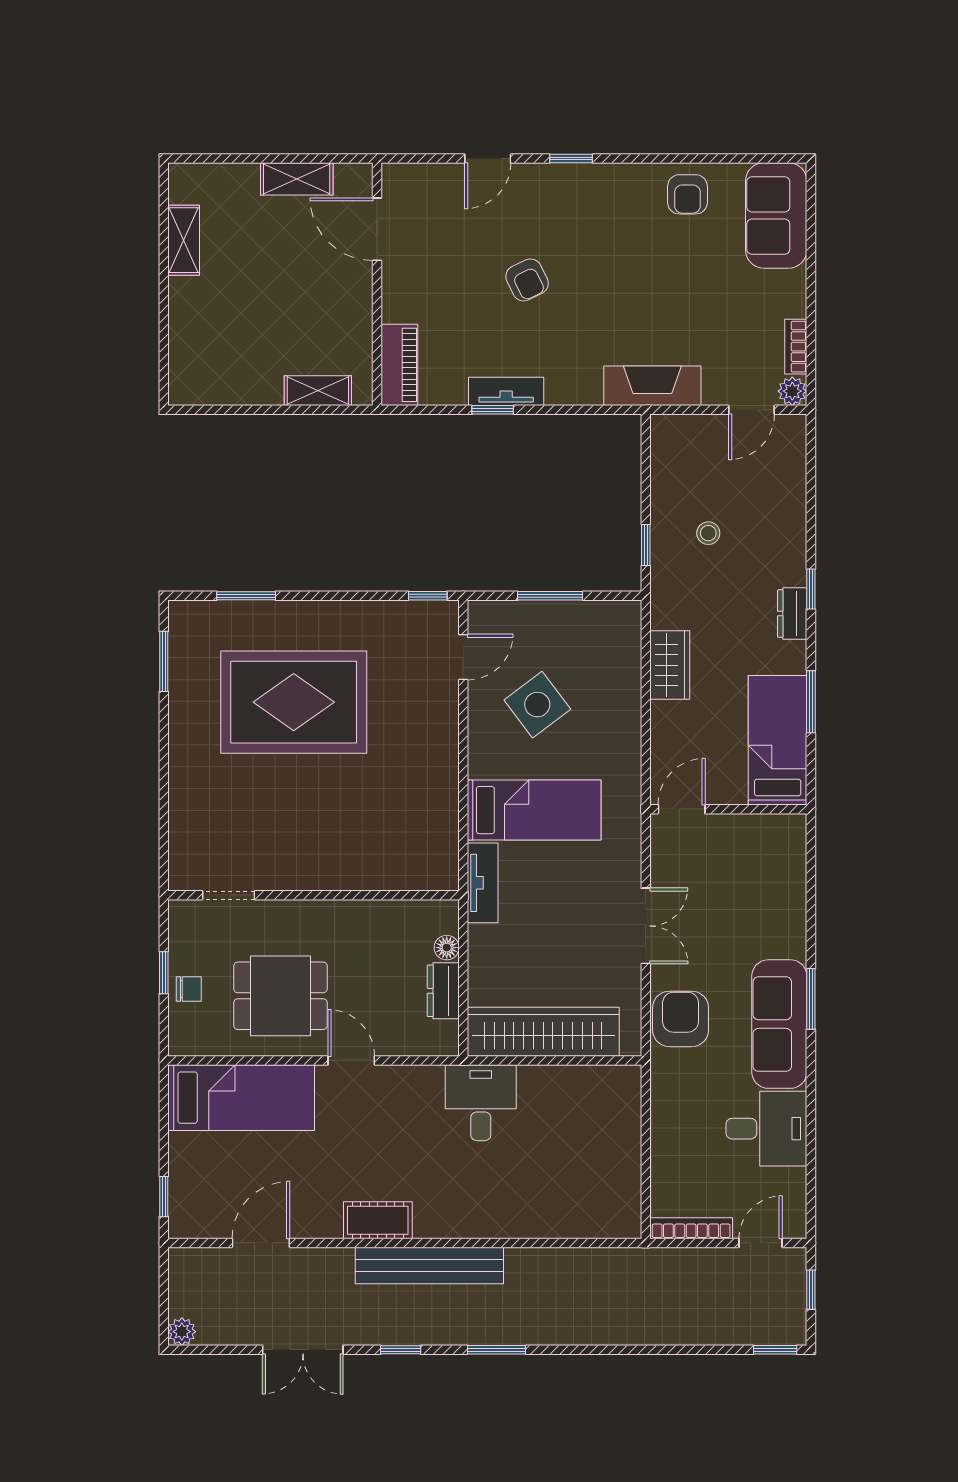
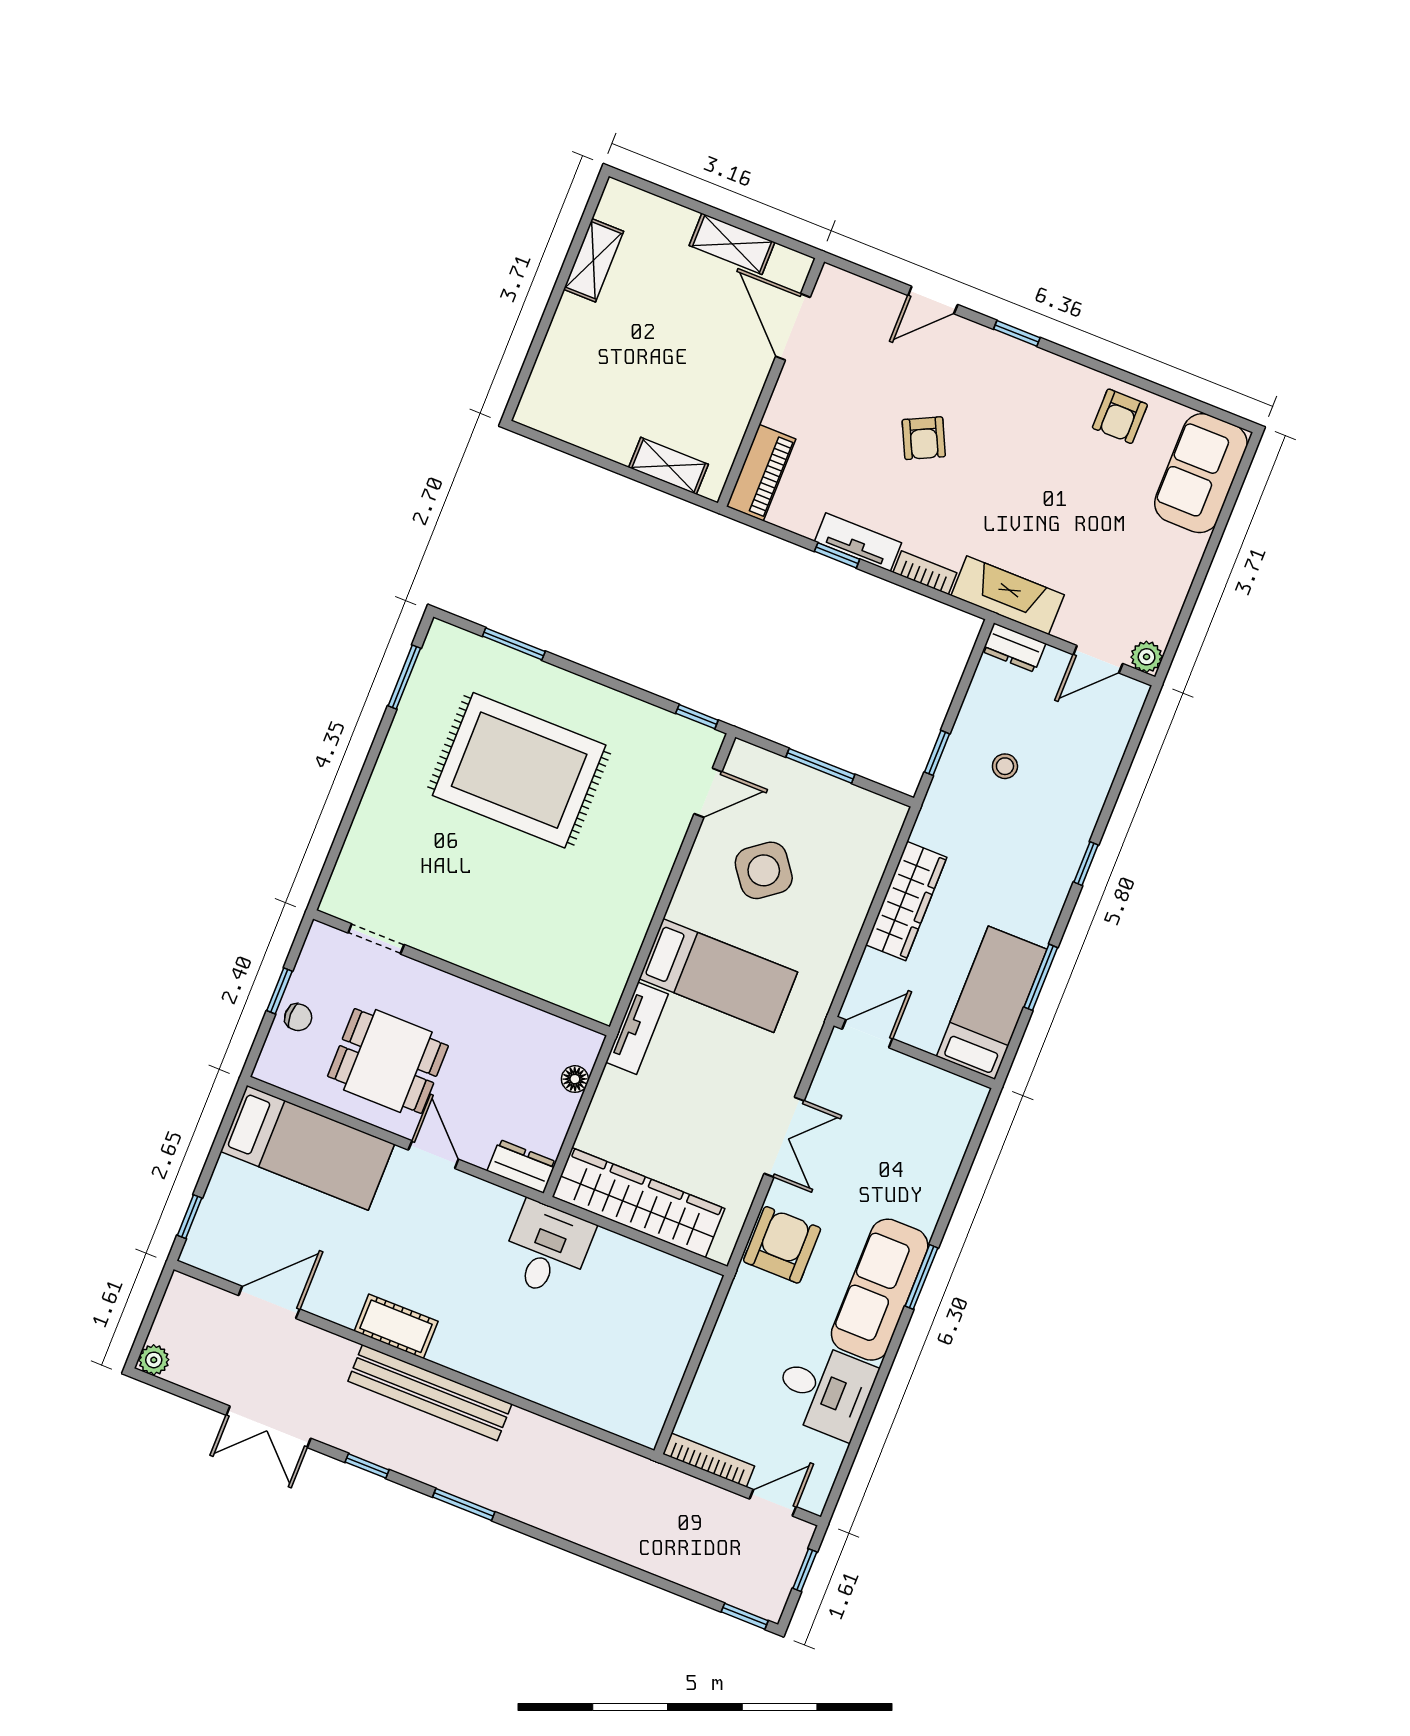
bookcase: (796, 347) -> (925, 573), moved, turned 90
dresser: (792, 614) -> (1014, 648), moved, turned -90
wardrobe: (670, 665) -> (906, 901), width x1.50
dresser: (443, 991) -> (522, 1166), moved, turned 90

